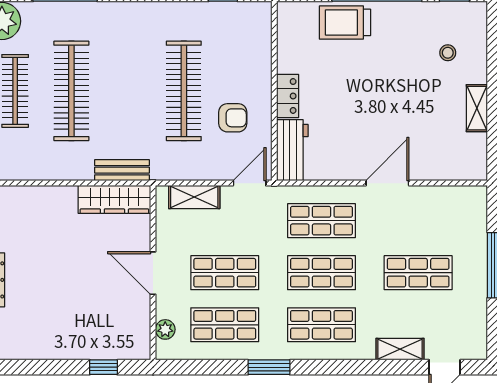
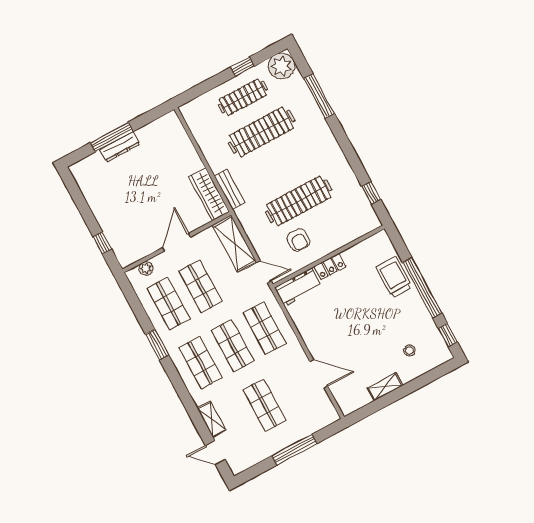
door: (387, 183) -> (319, 374), moved
shelving: (194, 197) -> (235, 244), width x1.50, depth x1.33

